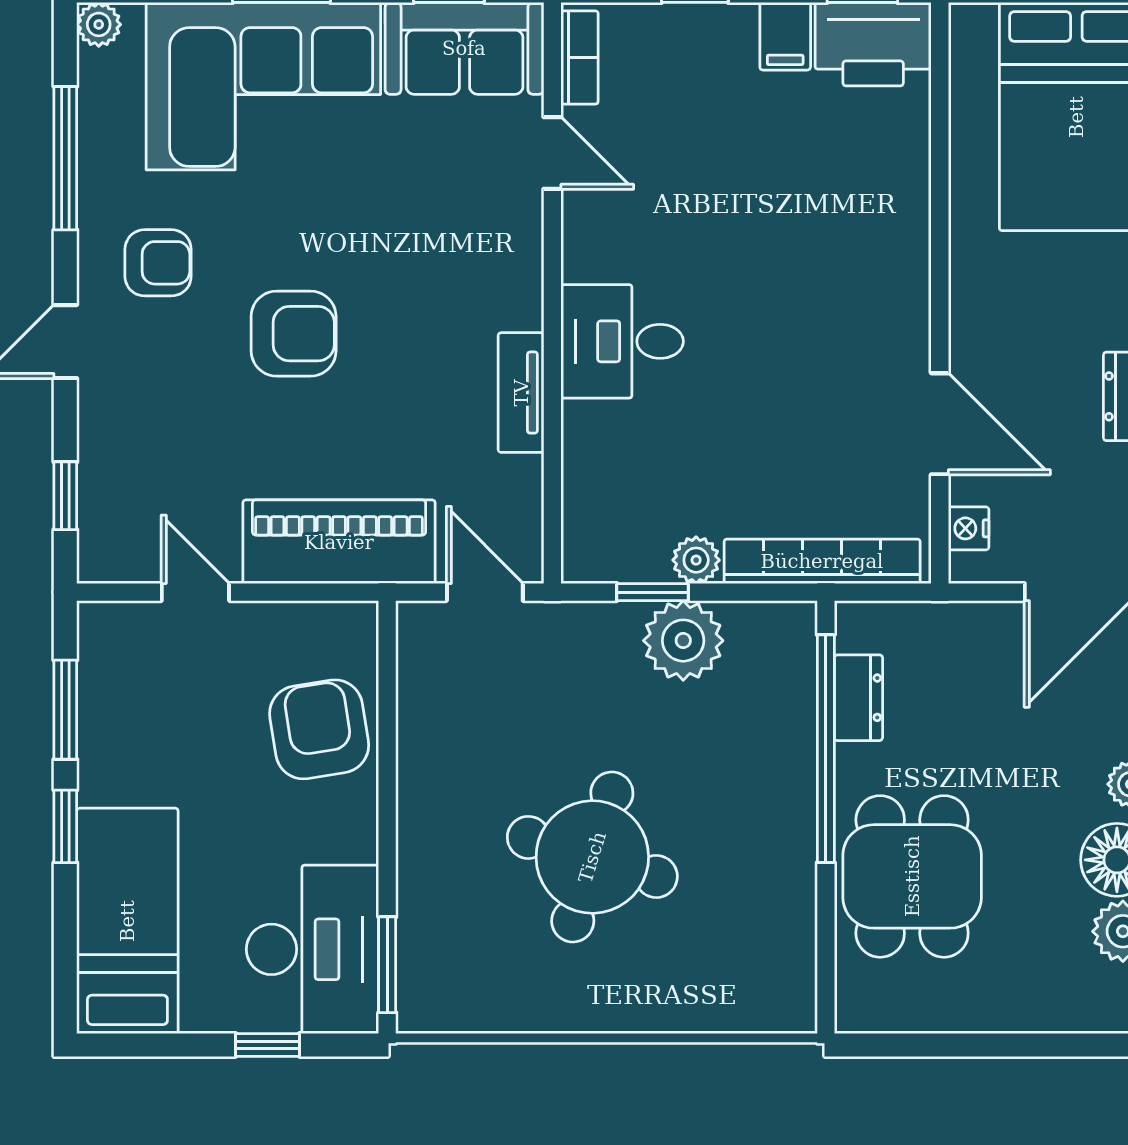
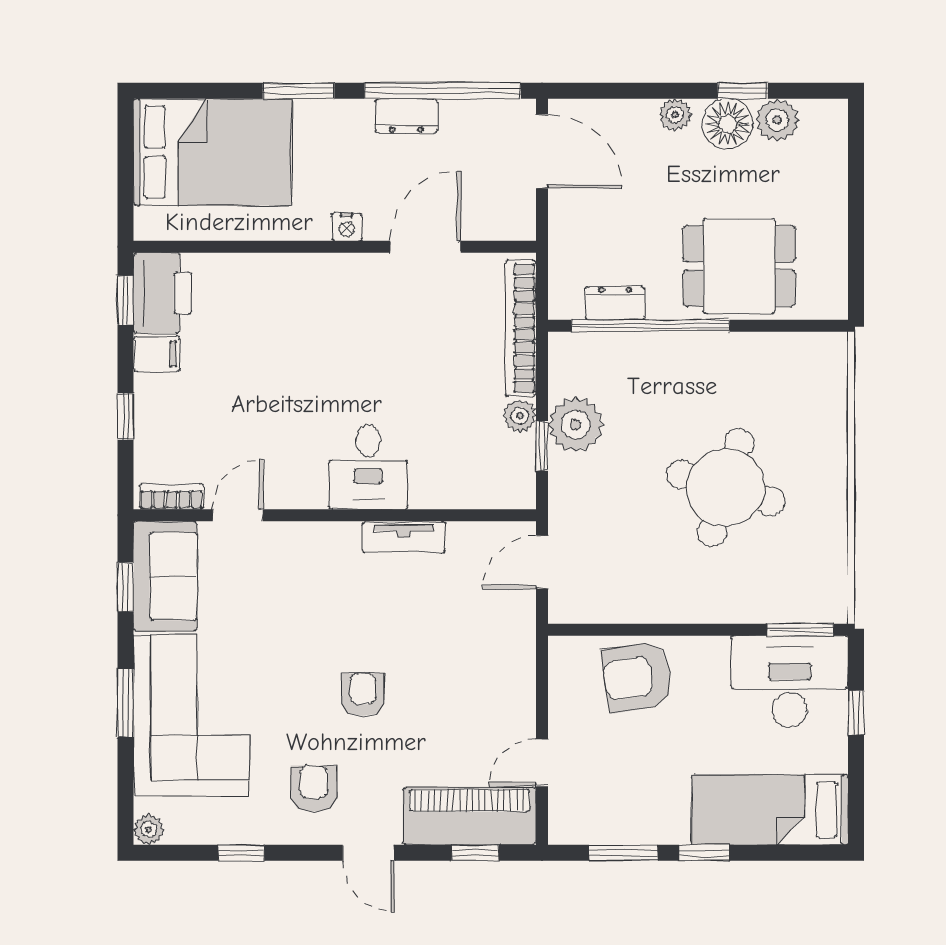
window: (65, 158) -> (241, 853), width x0.46
armchair: (294, 334) -> (363, 695), width x0.72, depth x0.72
nightstand: (969, 528) -> (347, 227), moved
piano: (339, 542) -> (469, 816), moved, turned 90

